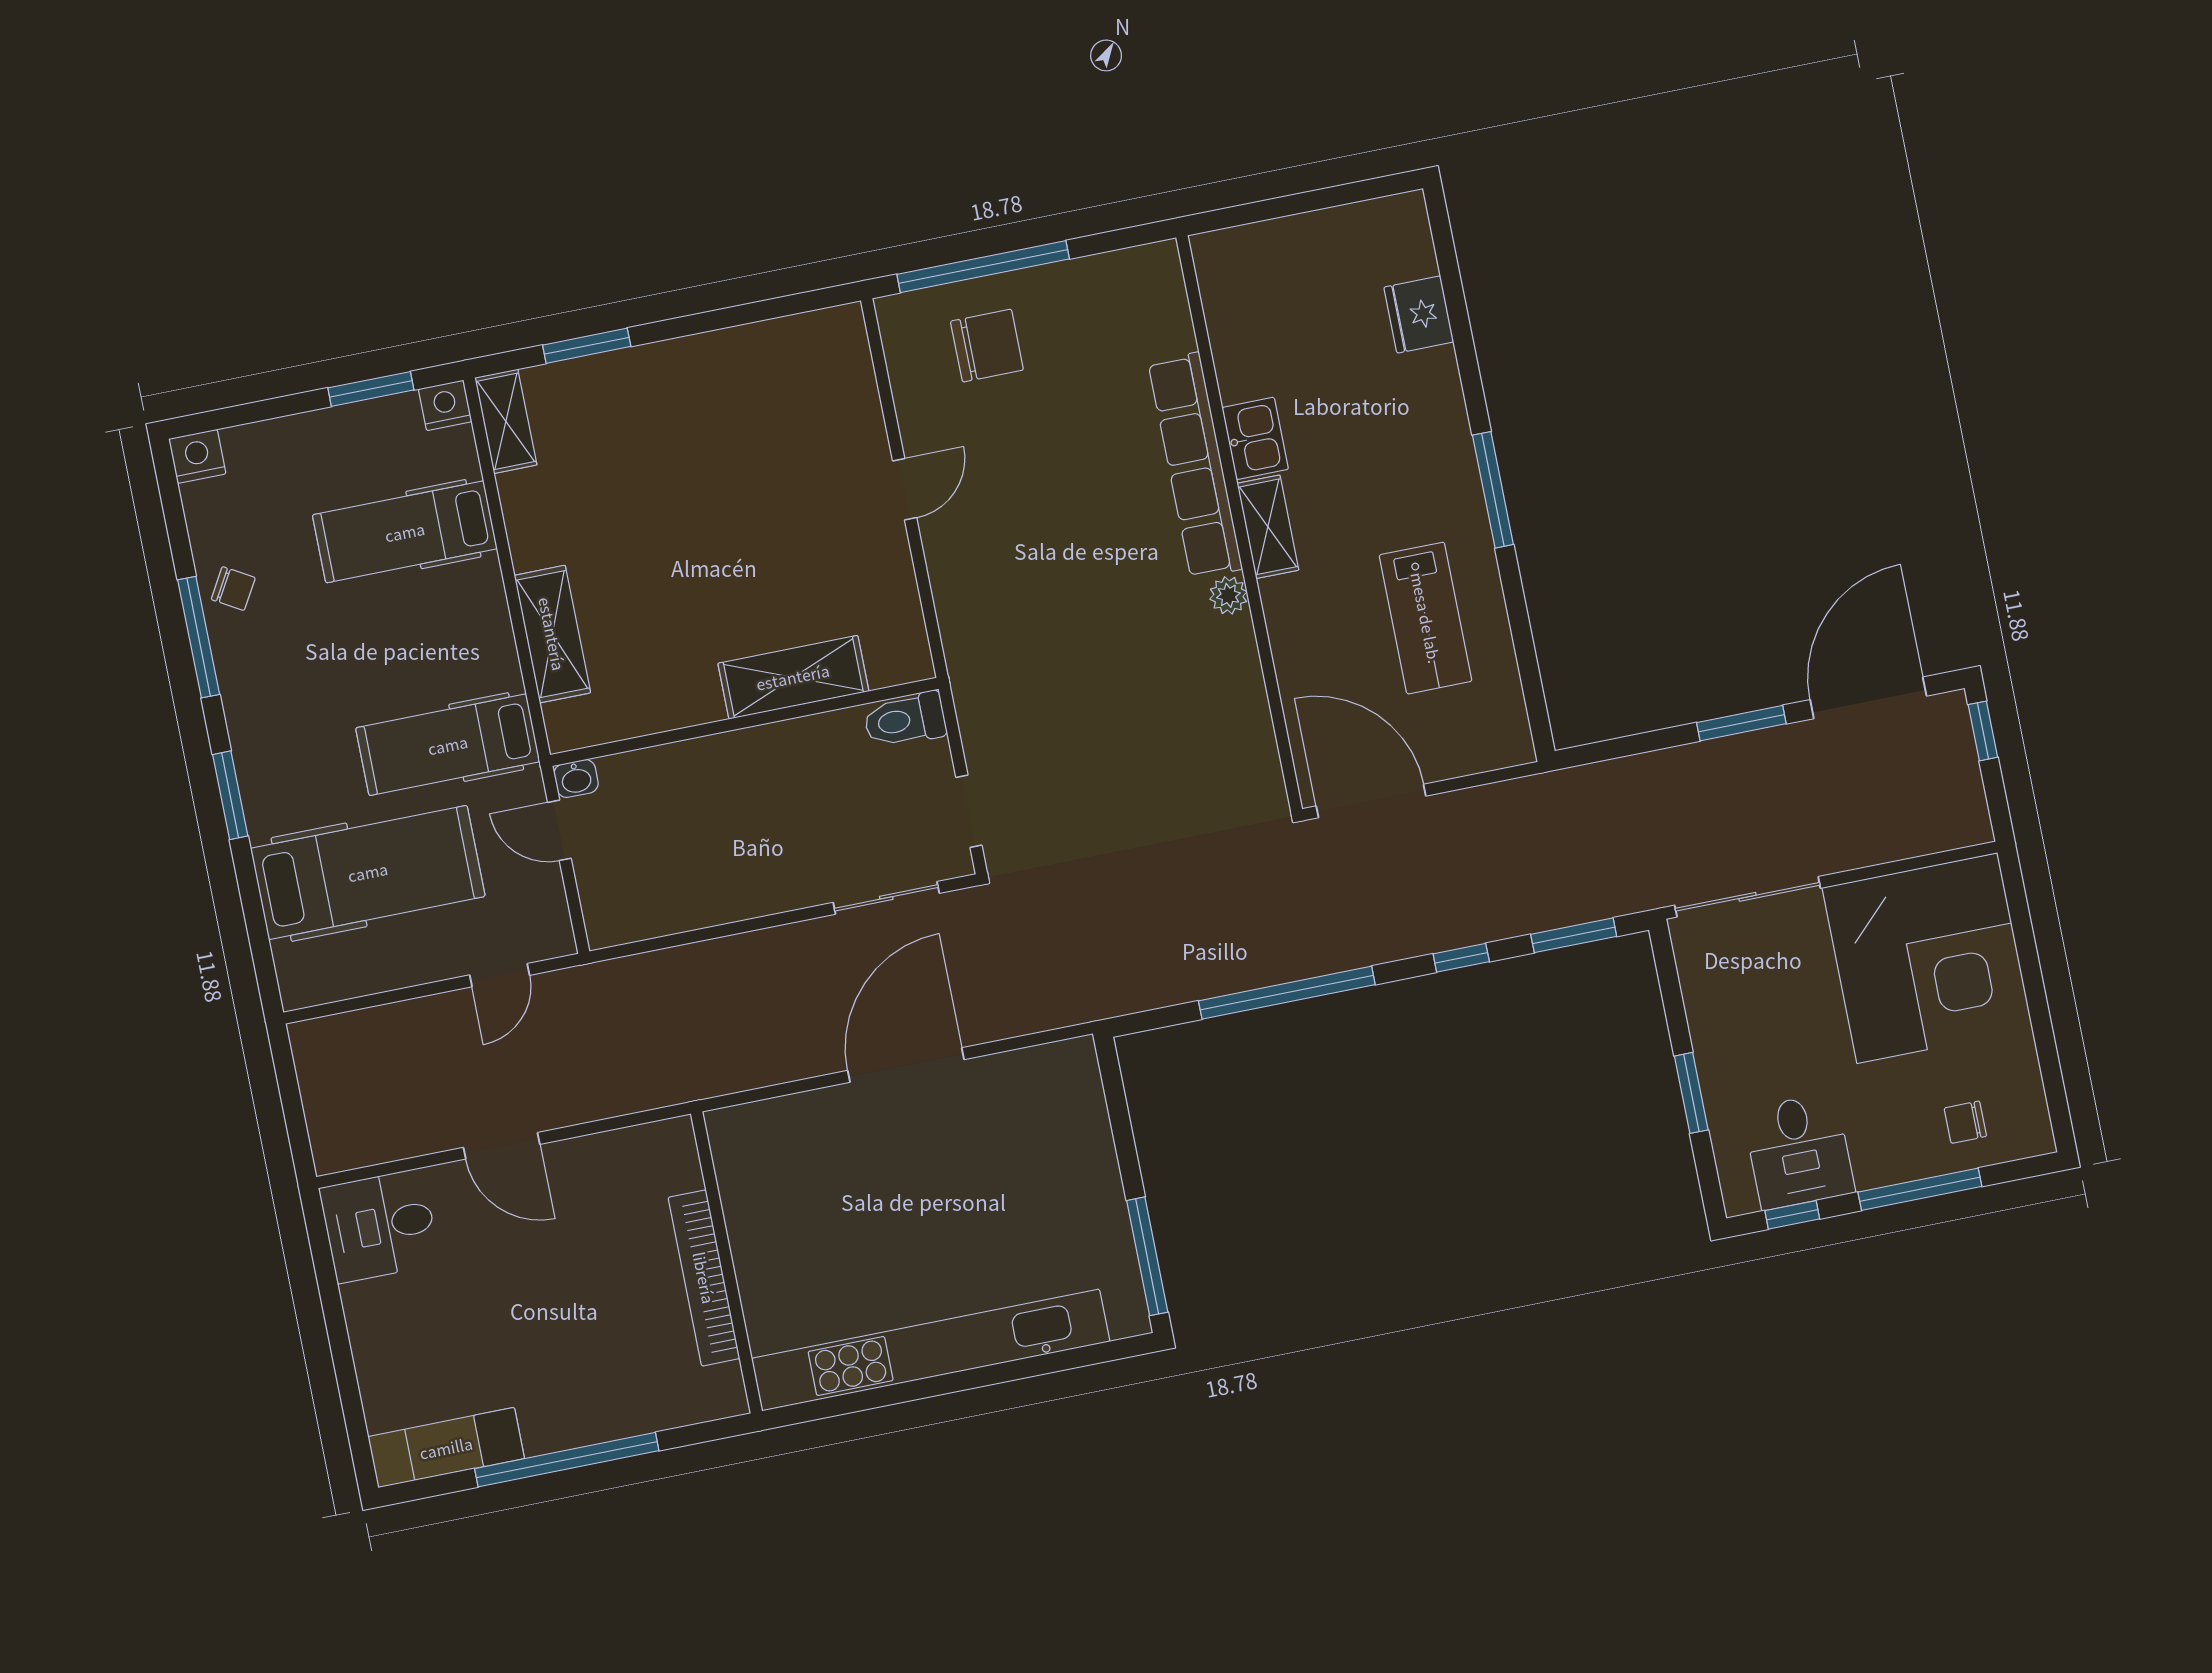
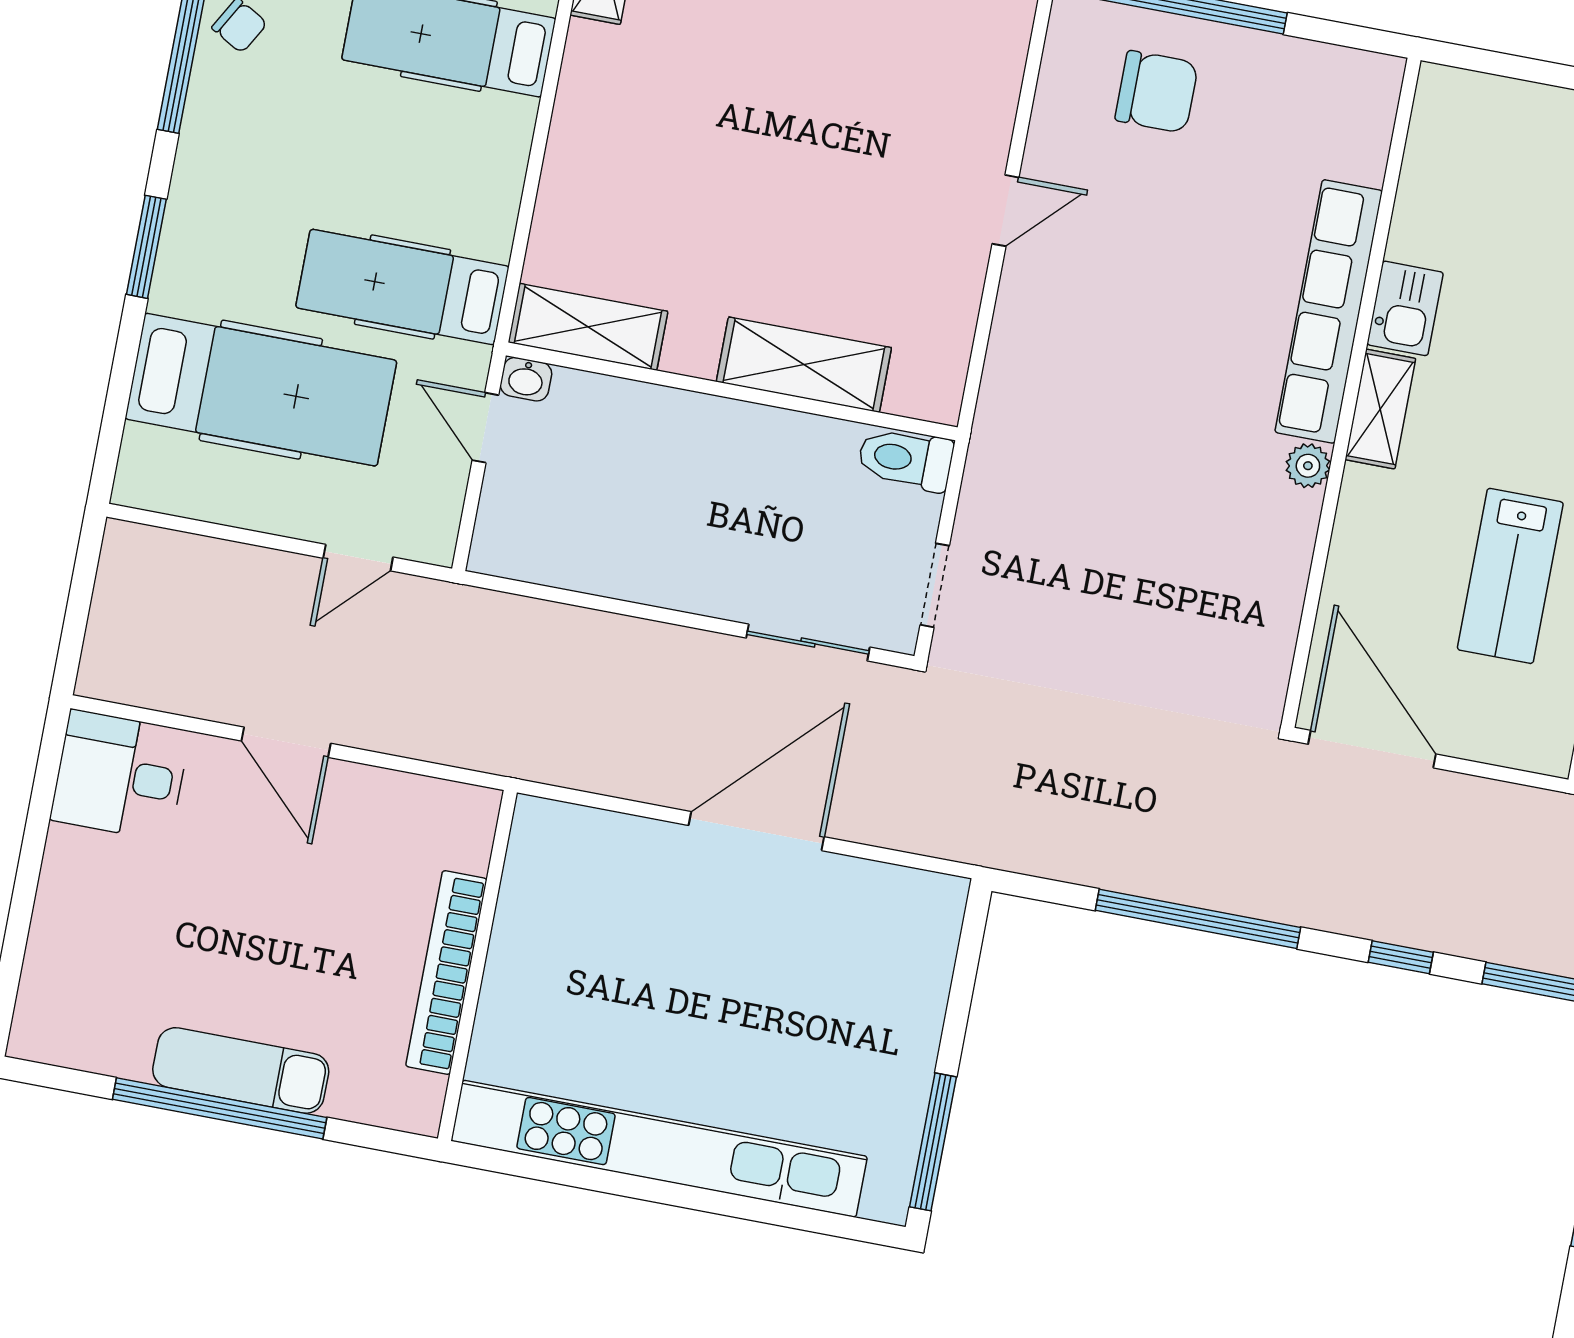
shelving: (552, 634) -> (588, 327), moved, turned 90
exam couch: (446, 1448) -> (241, 1070), moved

